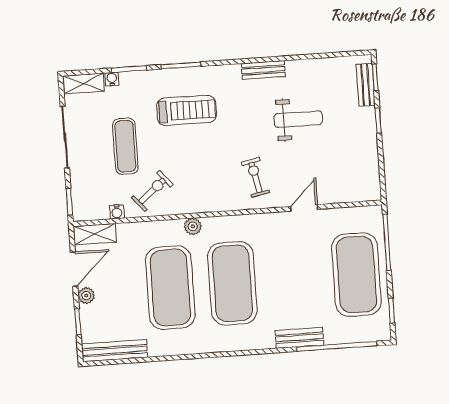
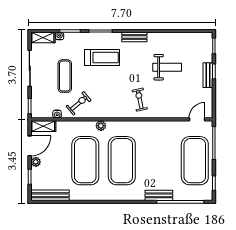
bench: (263, 70) -> (134, 37), moved
bench: (366, 85) -> (208, 75), moved
door: (304, 208) -> (197, 119), moved

